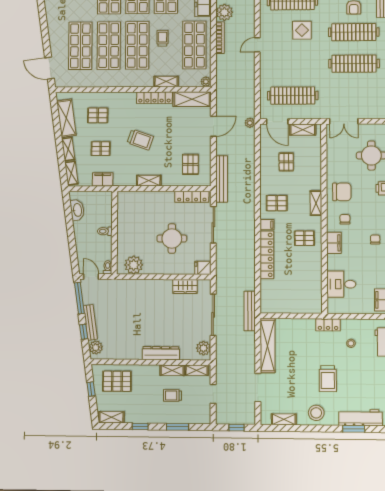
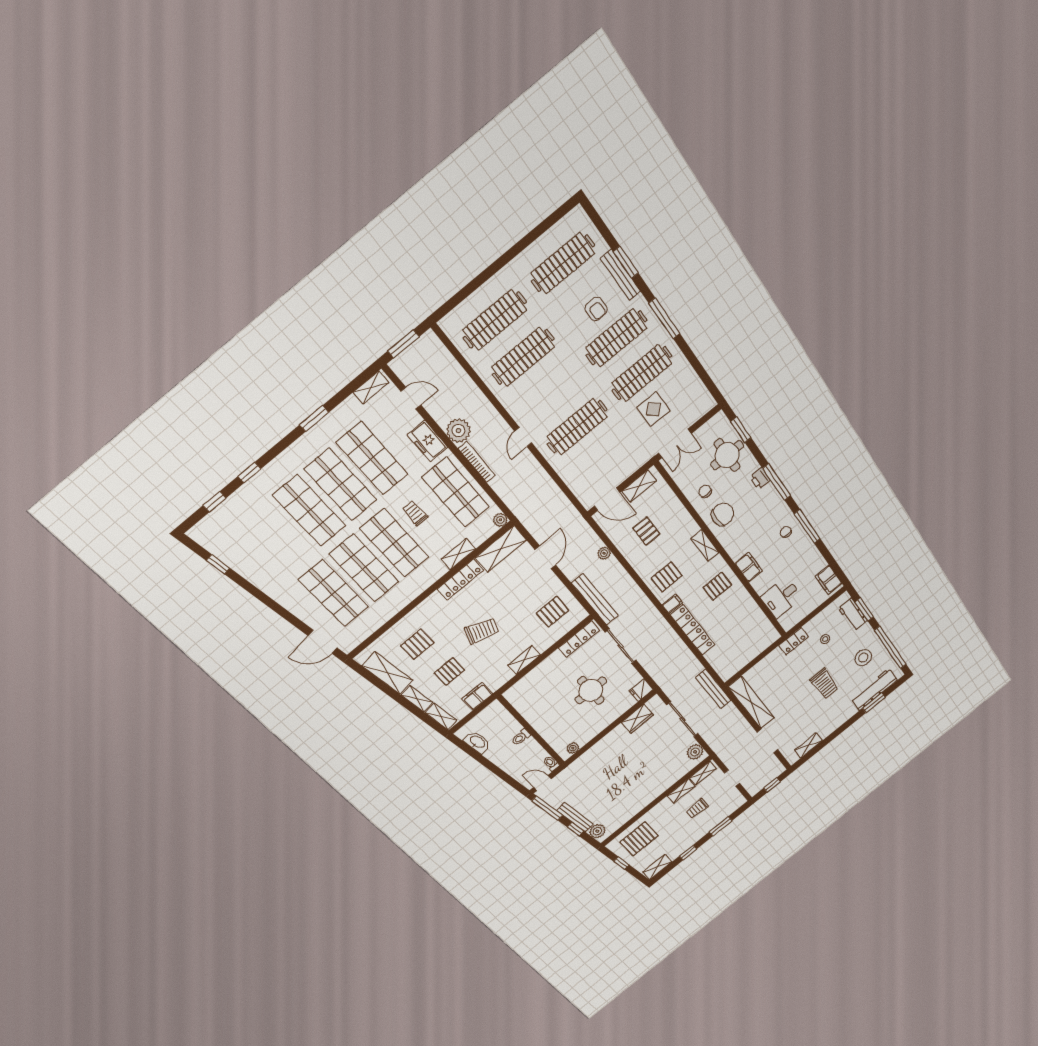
display table: (302, 30) -> (653, 409), moved
clothes rail: (293, 96) -> (577, 427), moved
plant: (250, 123) -> (604, 553), moved
pallet: (190, 164) -> (553, 612), turned 90
chair: (345, 219) -> (705, 491), moved
plant: (134, 265) -> (573, 748), width x0.53, depth x0.53
dresser: (161, 353) -> (660, 787), removed
stool: (316, 413) -> (863, 658), moved

